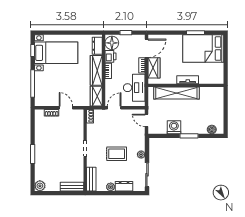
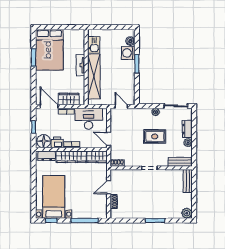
kitchen sink: (208, 93) -> (94, 45), added
door: (146, 120) -> (121, 106), swing flipped
washing machine: (174, 127) -> (128, 53), moved
rug: (117, 154) -> (155, 136), turned 90

